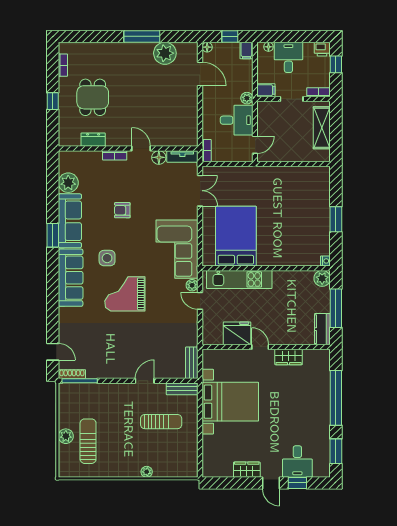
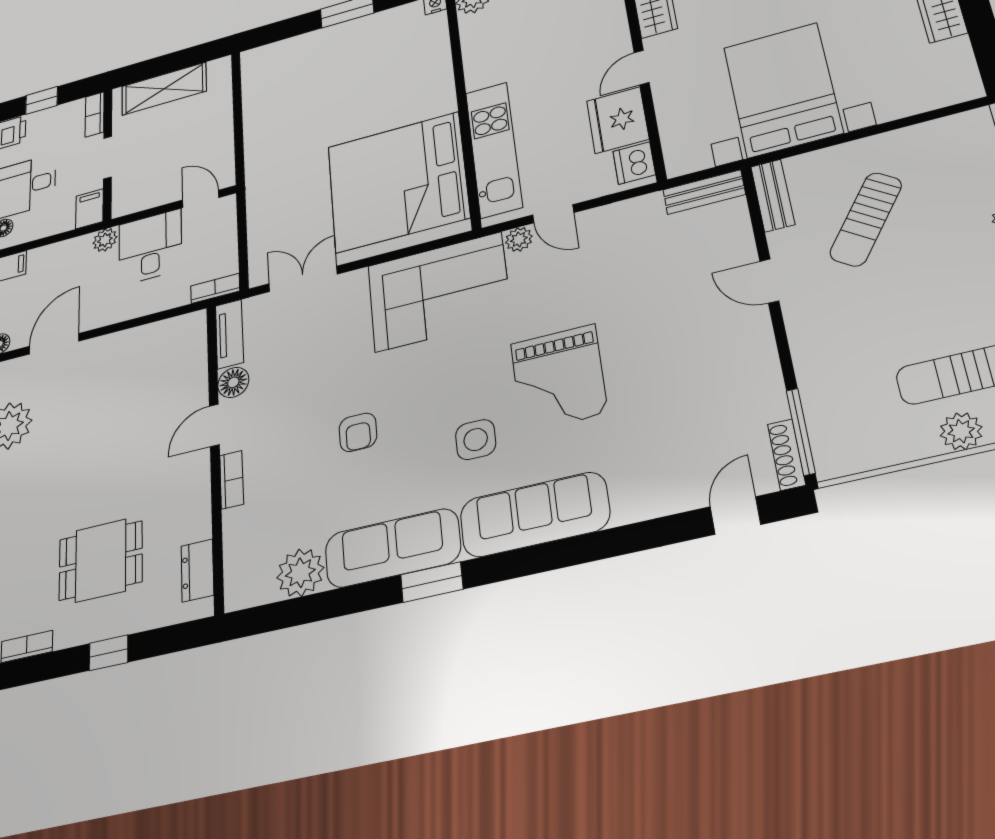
dresser: (93, 140) -> (197, 570), moved
bed: (236, 236) -> (398, 182), width x1.36
door: (200, 301) -> (553, 214), hinge flipped
dishwasher: (214, 337) -> (634, 163), added
sun lounger: (161, 422) -> (866, 219), turned -145

